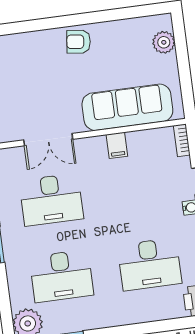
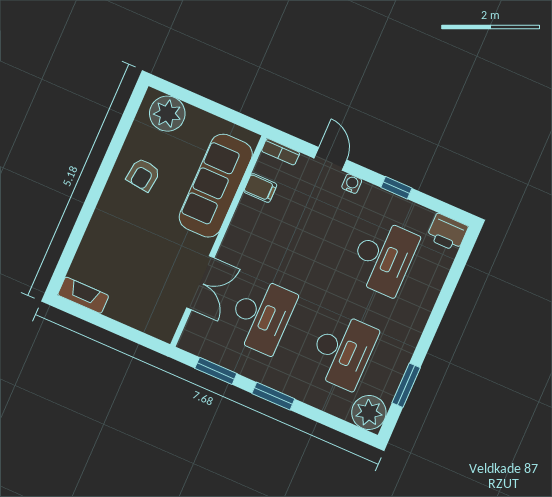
armchair: (79, 42) -> (143, 175), moved
plant: (164, 42) -> (167, 114), width x1.36, depth x1.36
filing cabinet: (117, 145) -> (260, 188), moved

